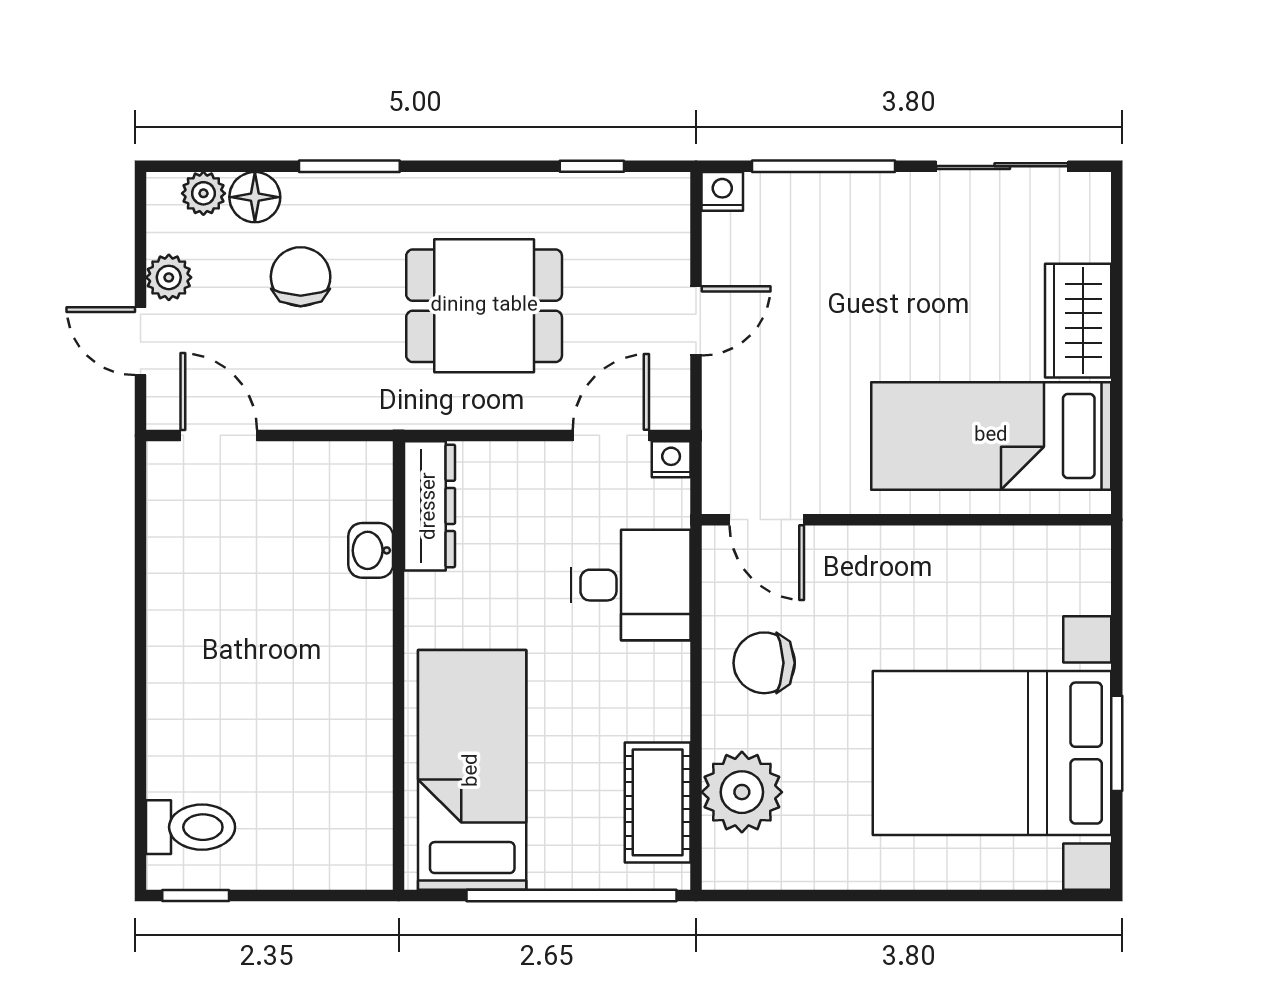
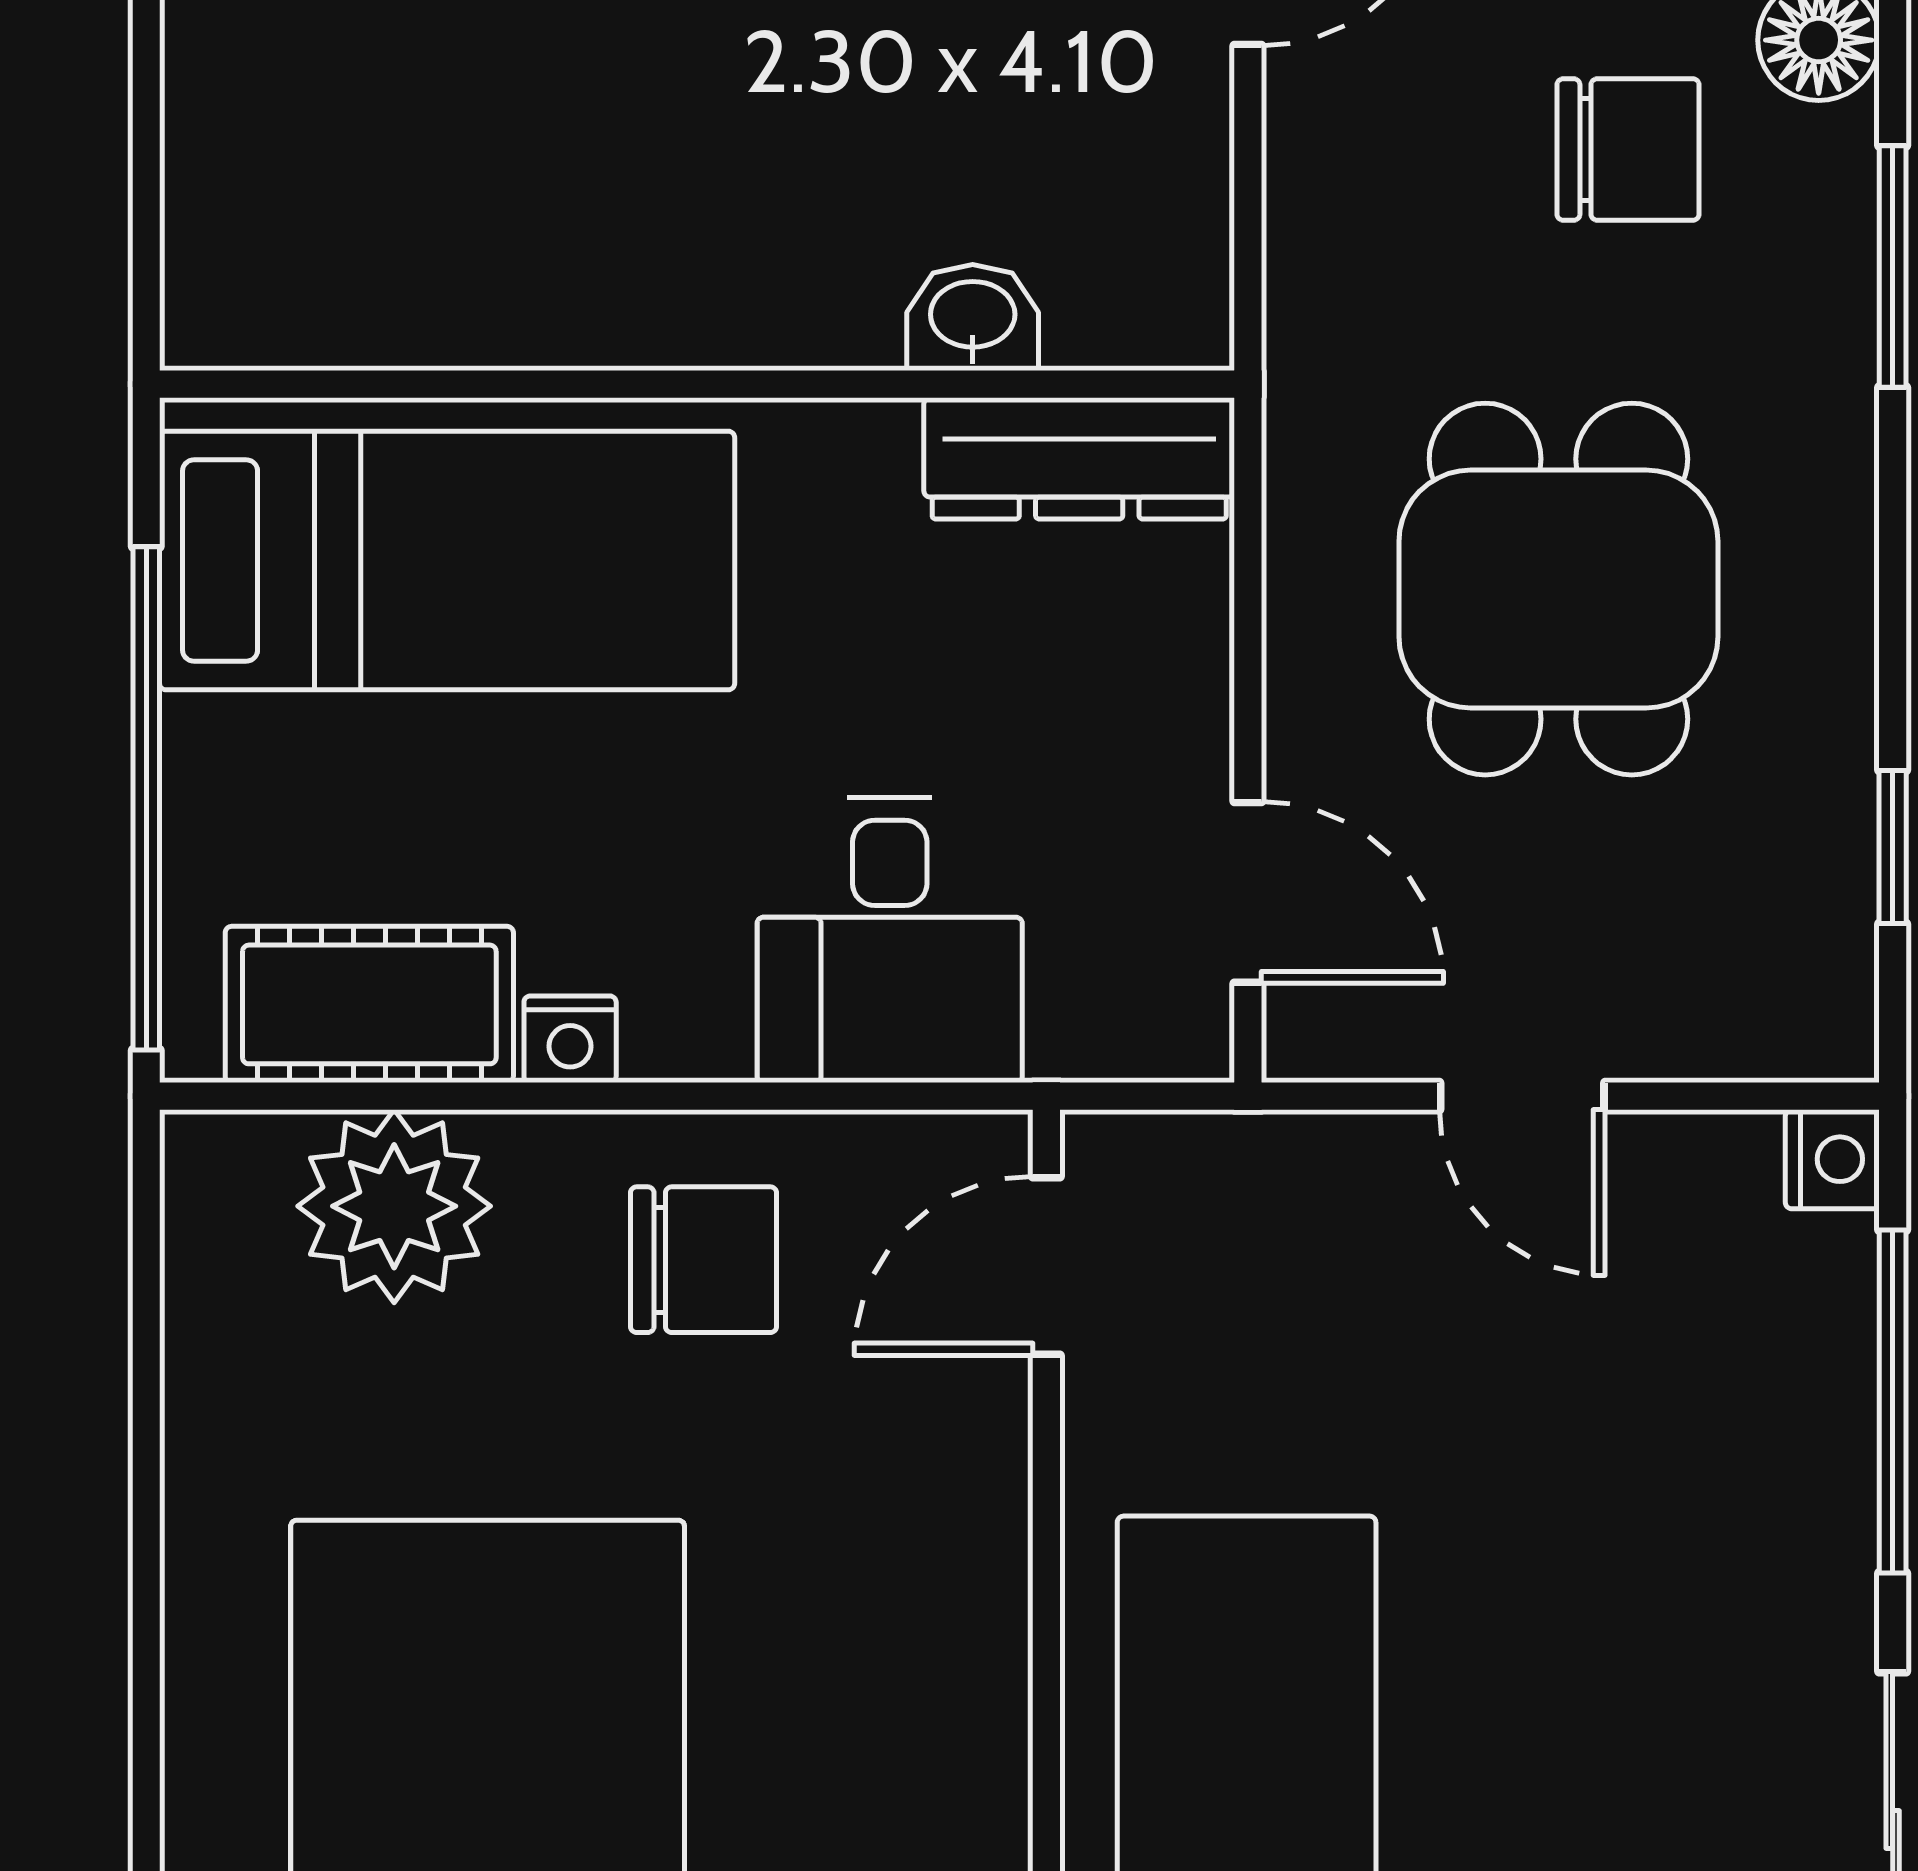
nightstand: (671, 459) -> (570, 1039), moved, turned 90
chair: (764, 663) -> (703, 1260), turned 90

